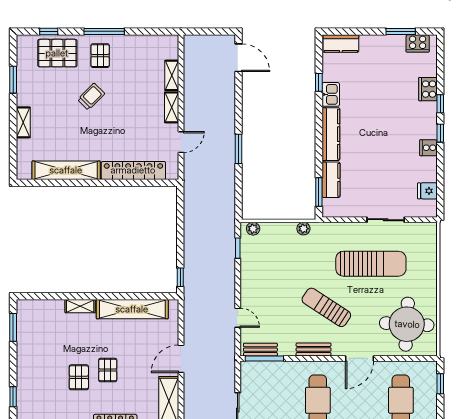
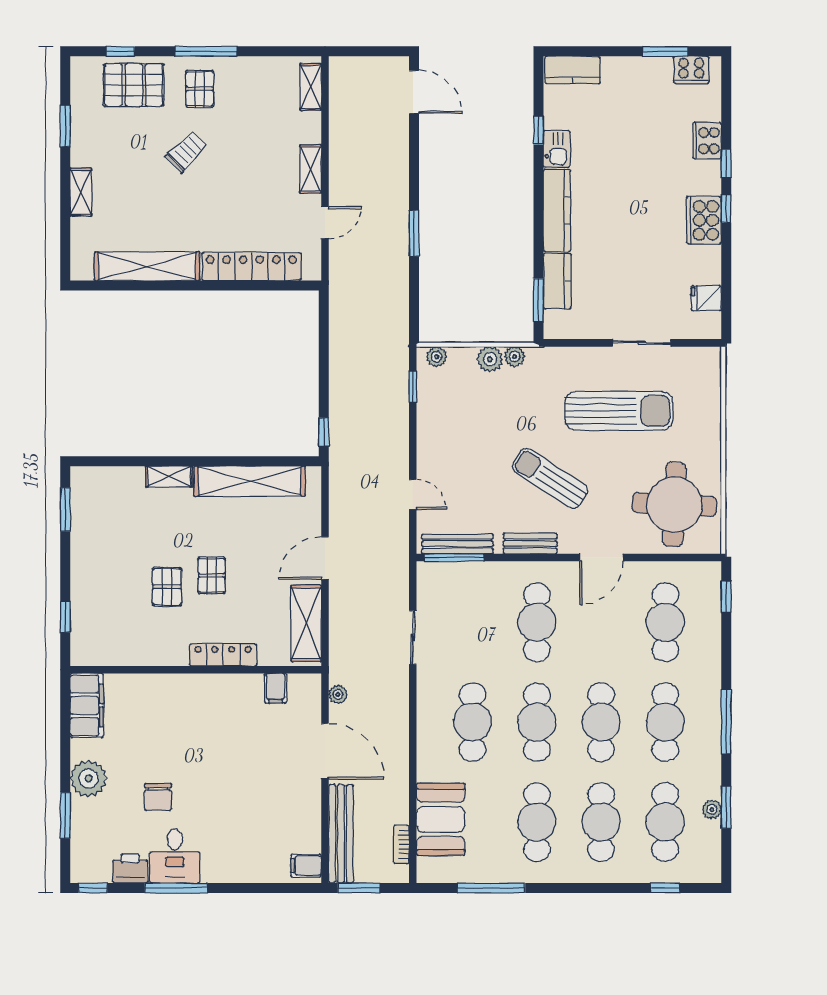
shelving: (172, 75) -> (311, 87), moved
cooker: (428, 148) -> (704, 220), width x1.87, depth x1.31
plant: (288, 230) -> (490, 359), added
bench: (260, 350) -> (457, 544), width x1.36

